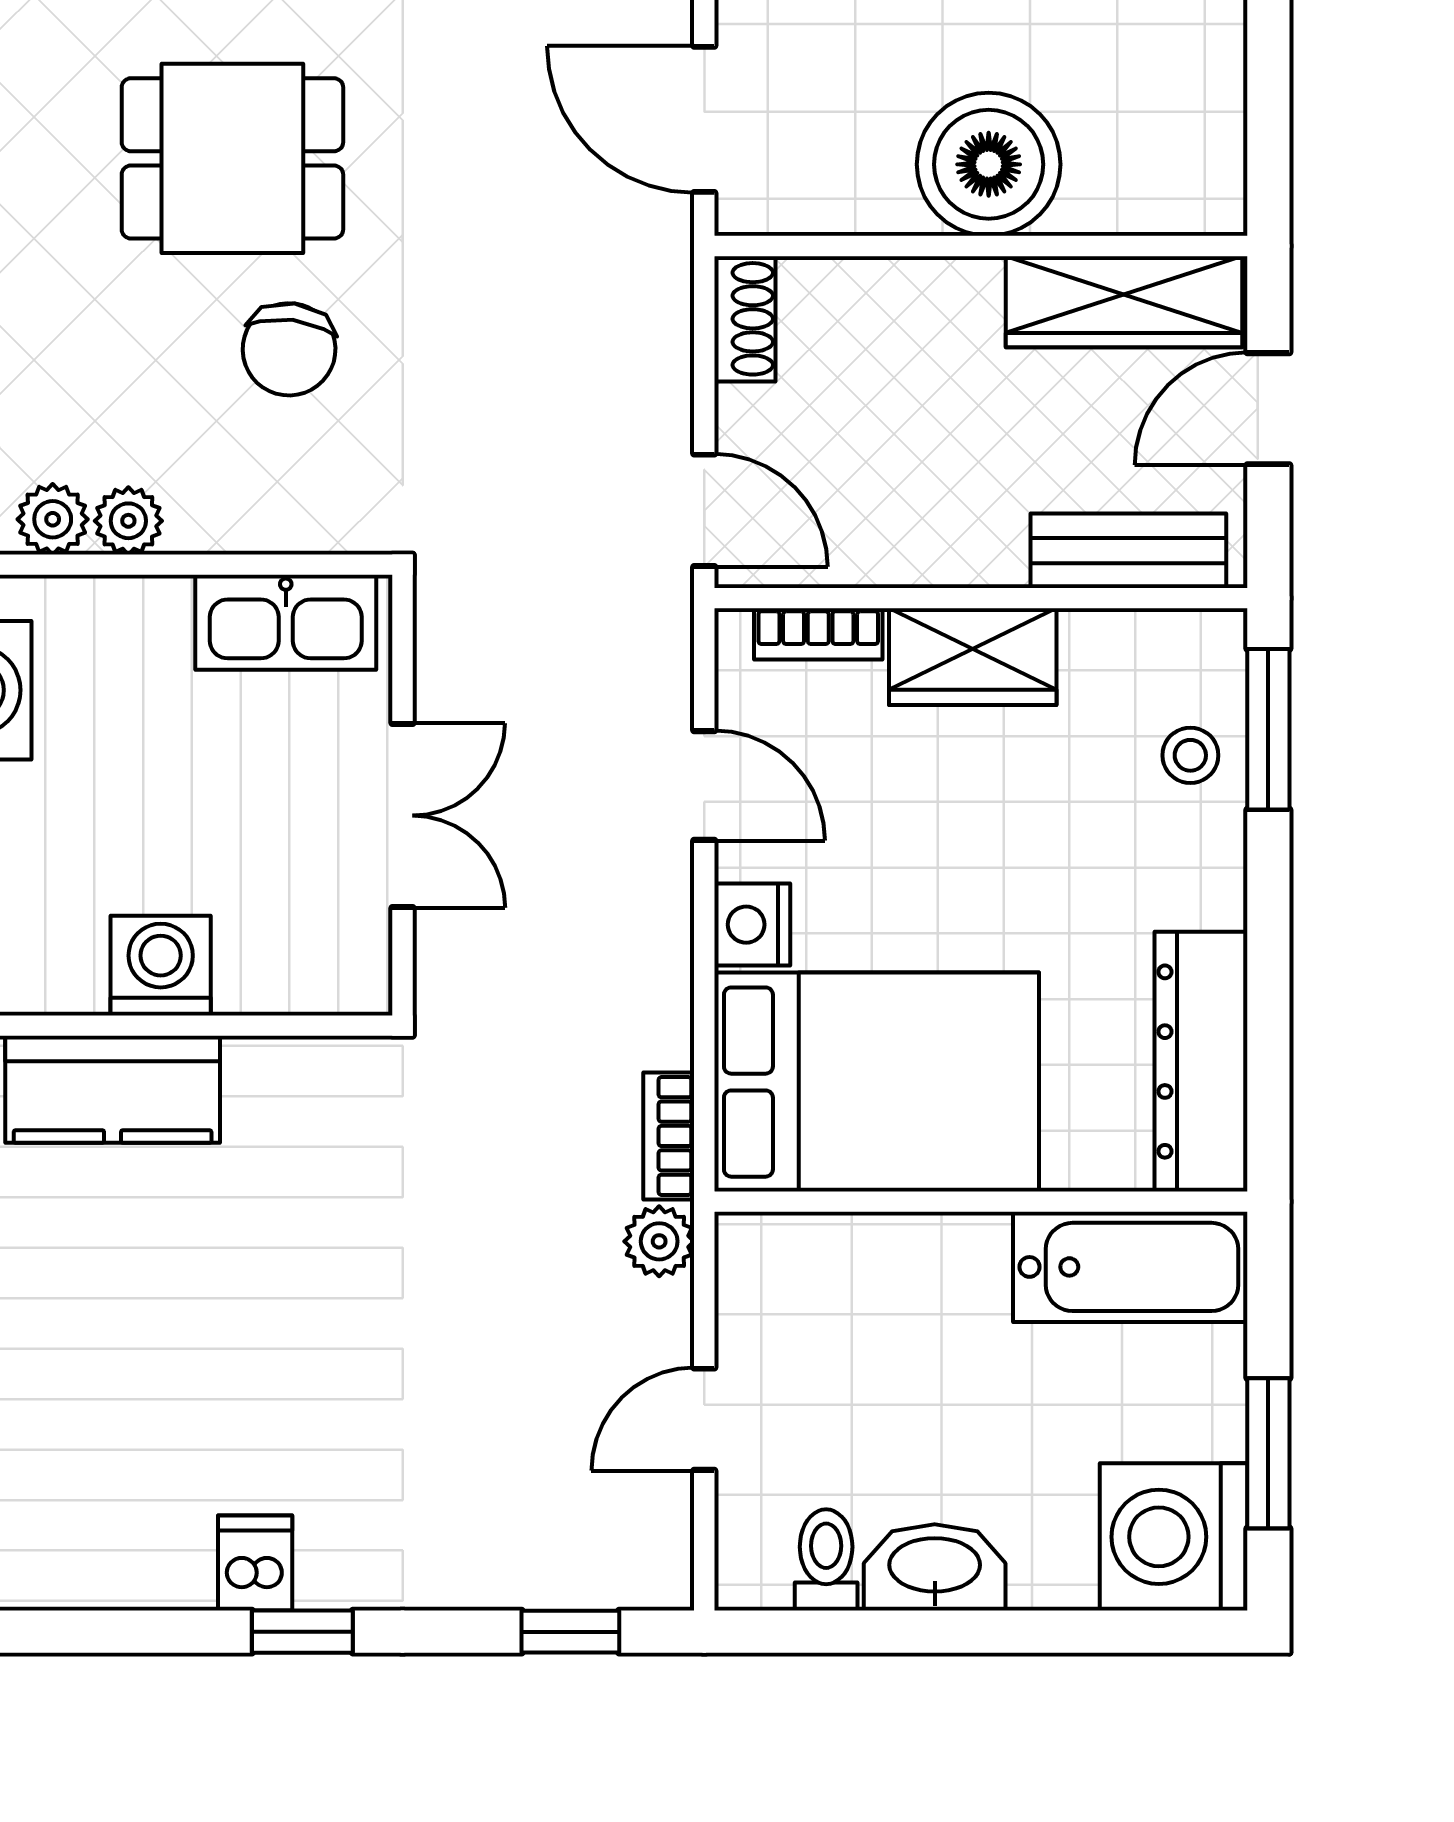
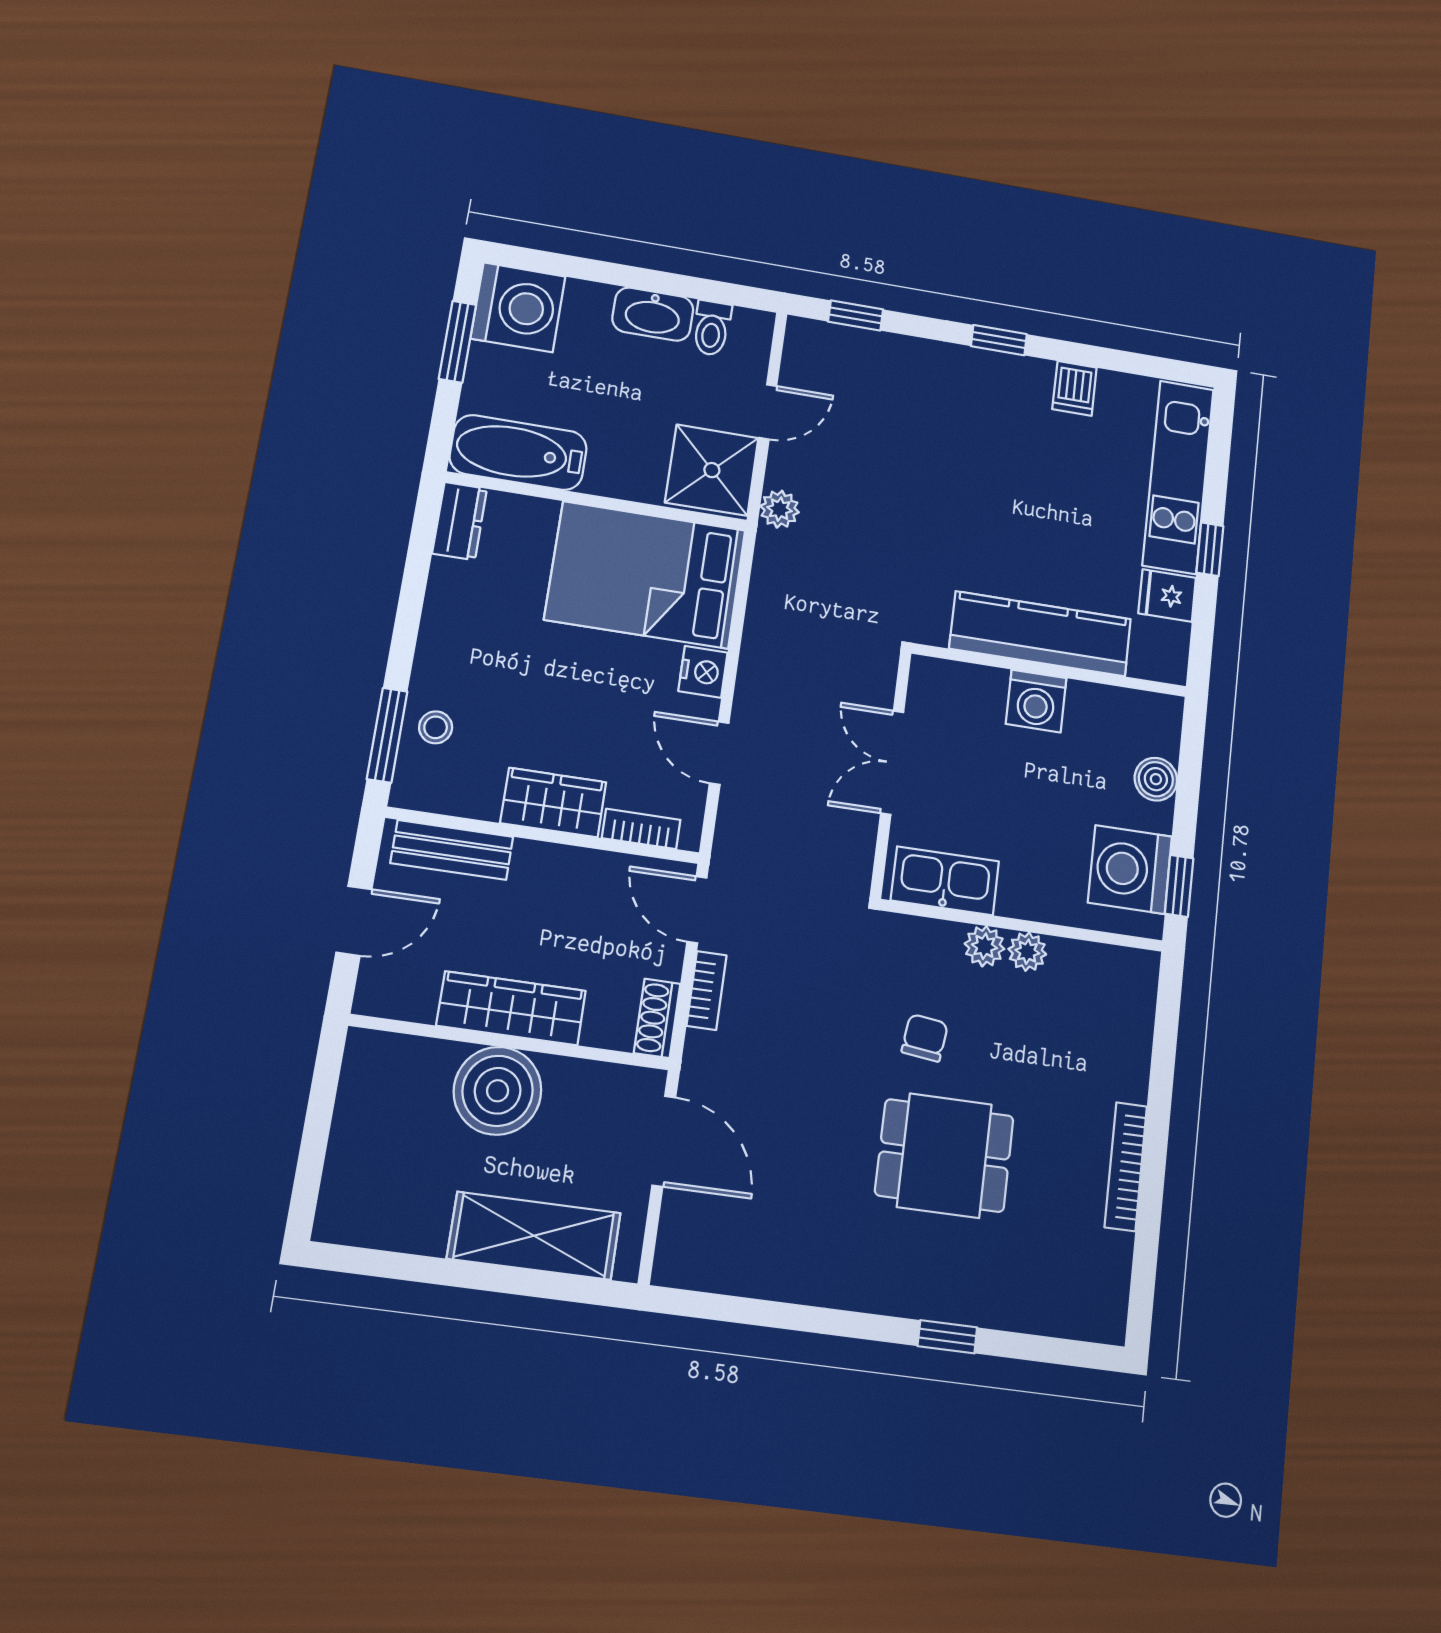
wardrobe: (1124, 302) -> (511, 1008), moved
chair: (289, 349) -> (925, 1038), width x0.73, depth x0.73
plant: (53, 519) -> (984, 946), moved
dresser: (1201, 1062) -> (460, 521), width x0.51, depth x0.80
kitchen counter: (113, 1089) -> (1040, 634), width x1.50
bookcase: (669, 1136) -> (707, 990), moved
shower: (788, 1293) -> (712, 470), added
dishwasher: (255, 1563) -> (1075, 388), moved

